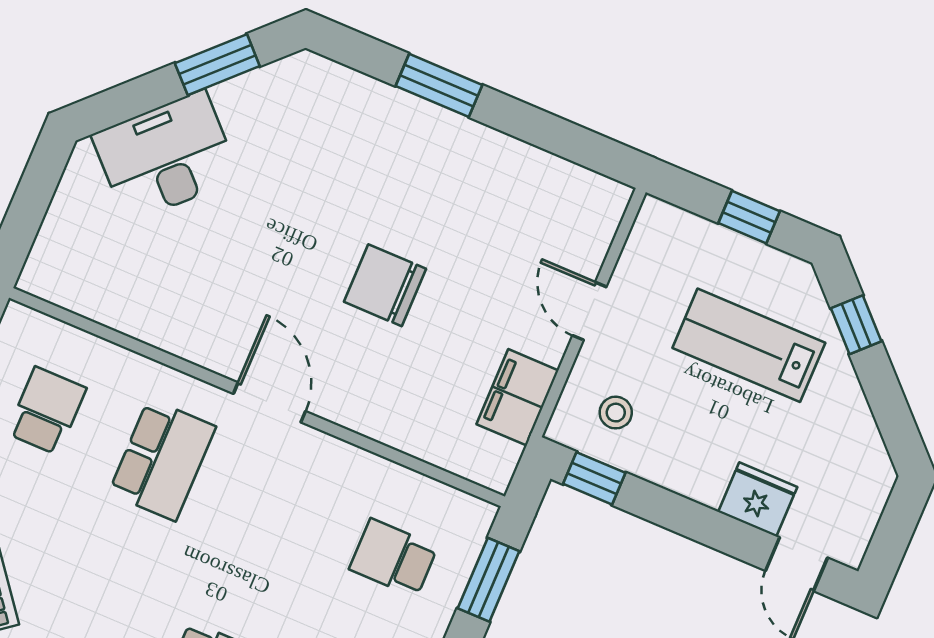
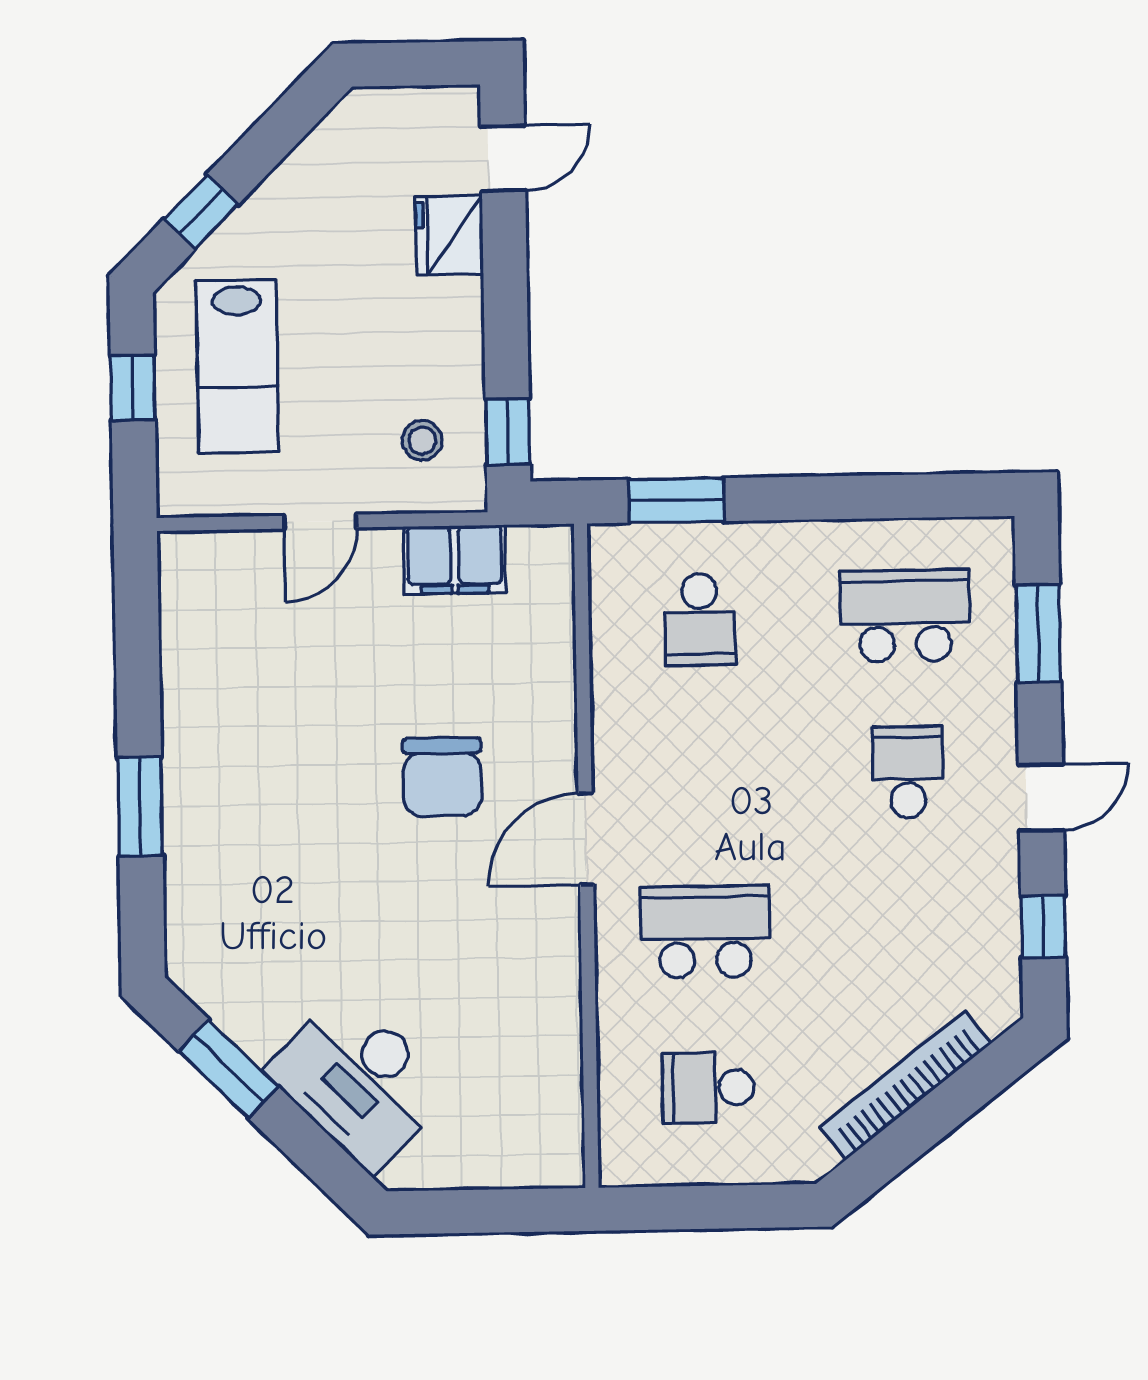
chair: (385, 285) -> (442, 777), moved
lab bench: (749, 345) -> (238, 366), moved

